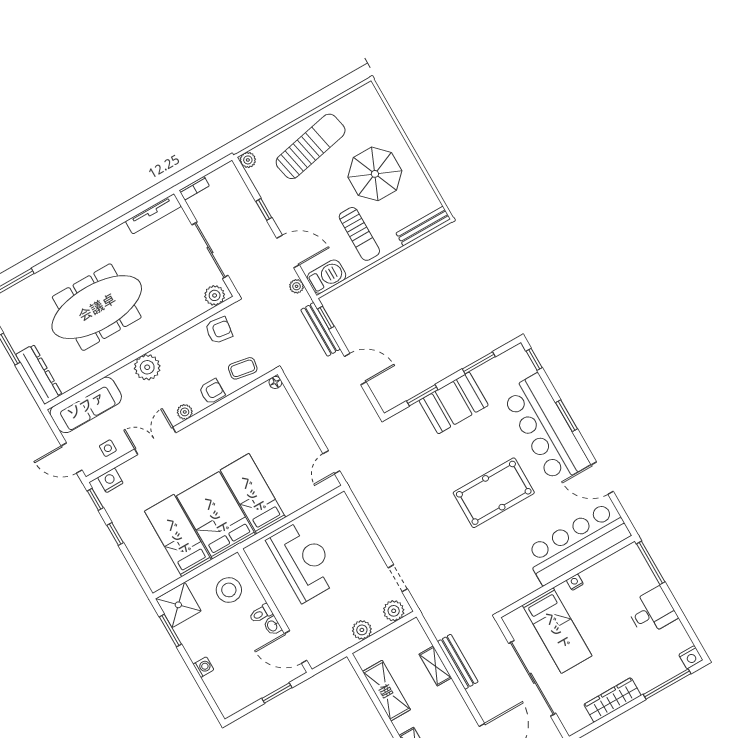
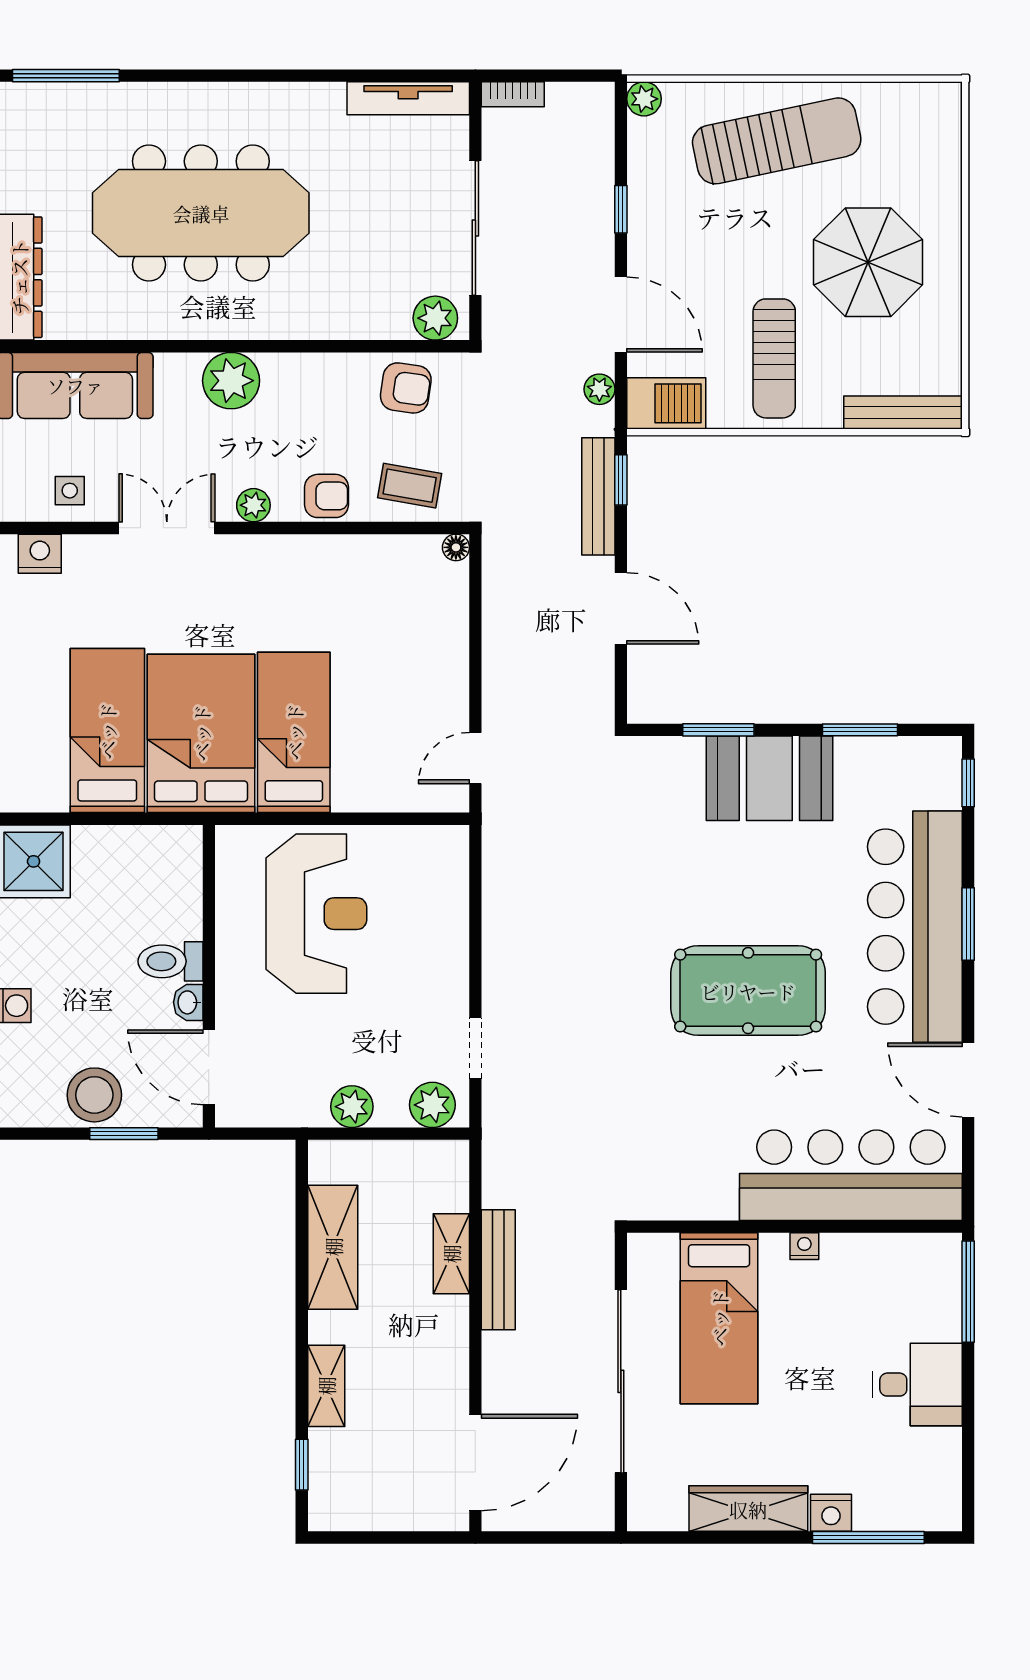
stool: (229, 590) -> (94, 1095), moved
toilet: (261, 613) -> (170, 961), width x1.37, depth x1.39
nightstand: (691, 657) -> (831, 1513), moved

